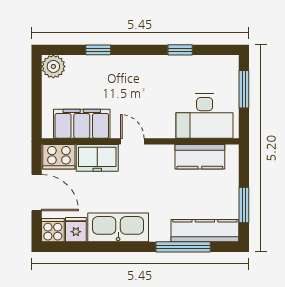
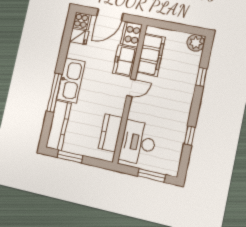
kitchen sink: (118, 227) -> (71, 80), moved
window: (183, 247) -> (54, 93), moved

